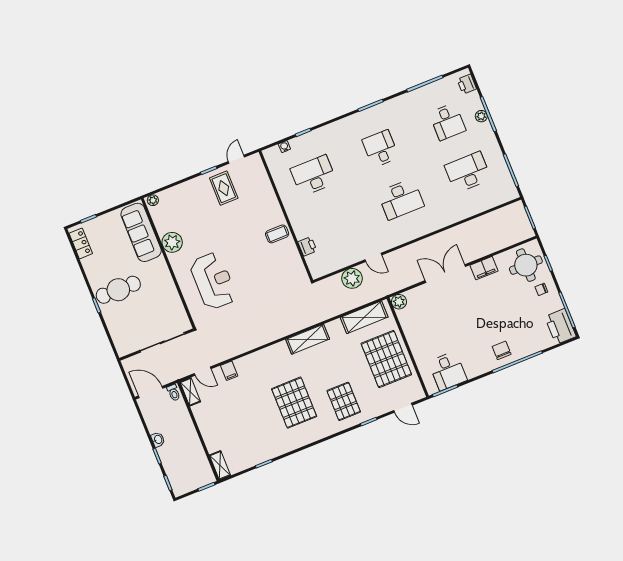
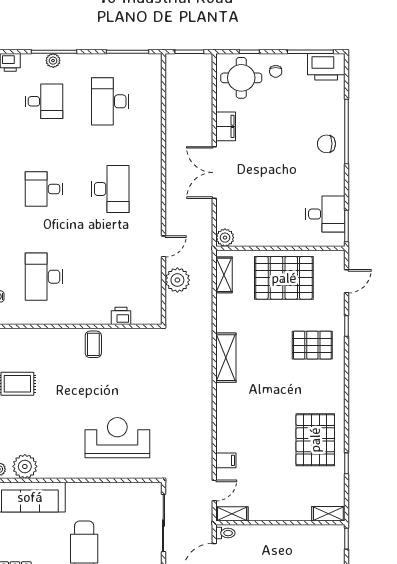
plant: (172, 242) -> (25, 466), moved
shelving: (364, 317) -> (224, 275), width x0.67, depth x0.75
pallet: (294, 403) -> (315, 440), moved, turned 90

